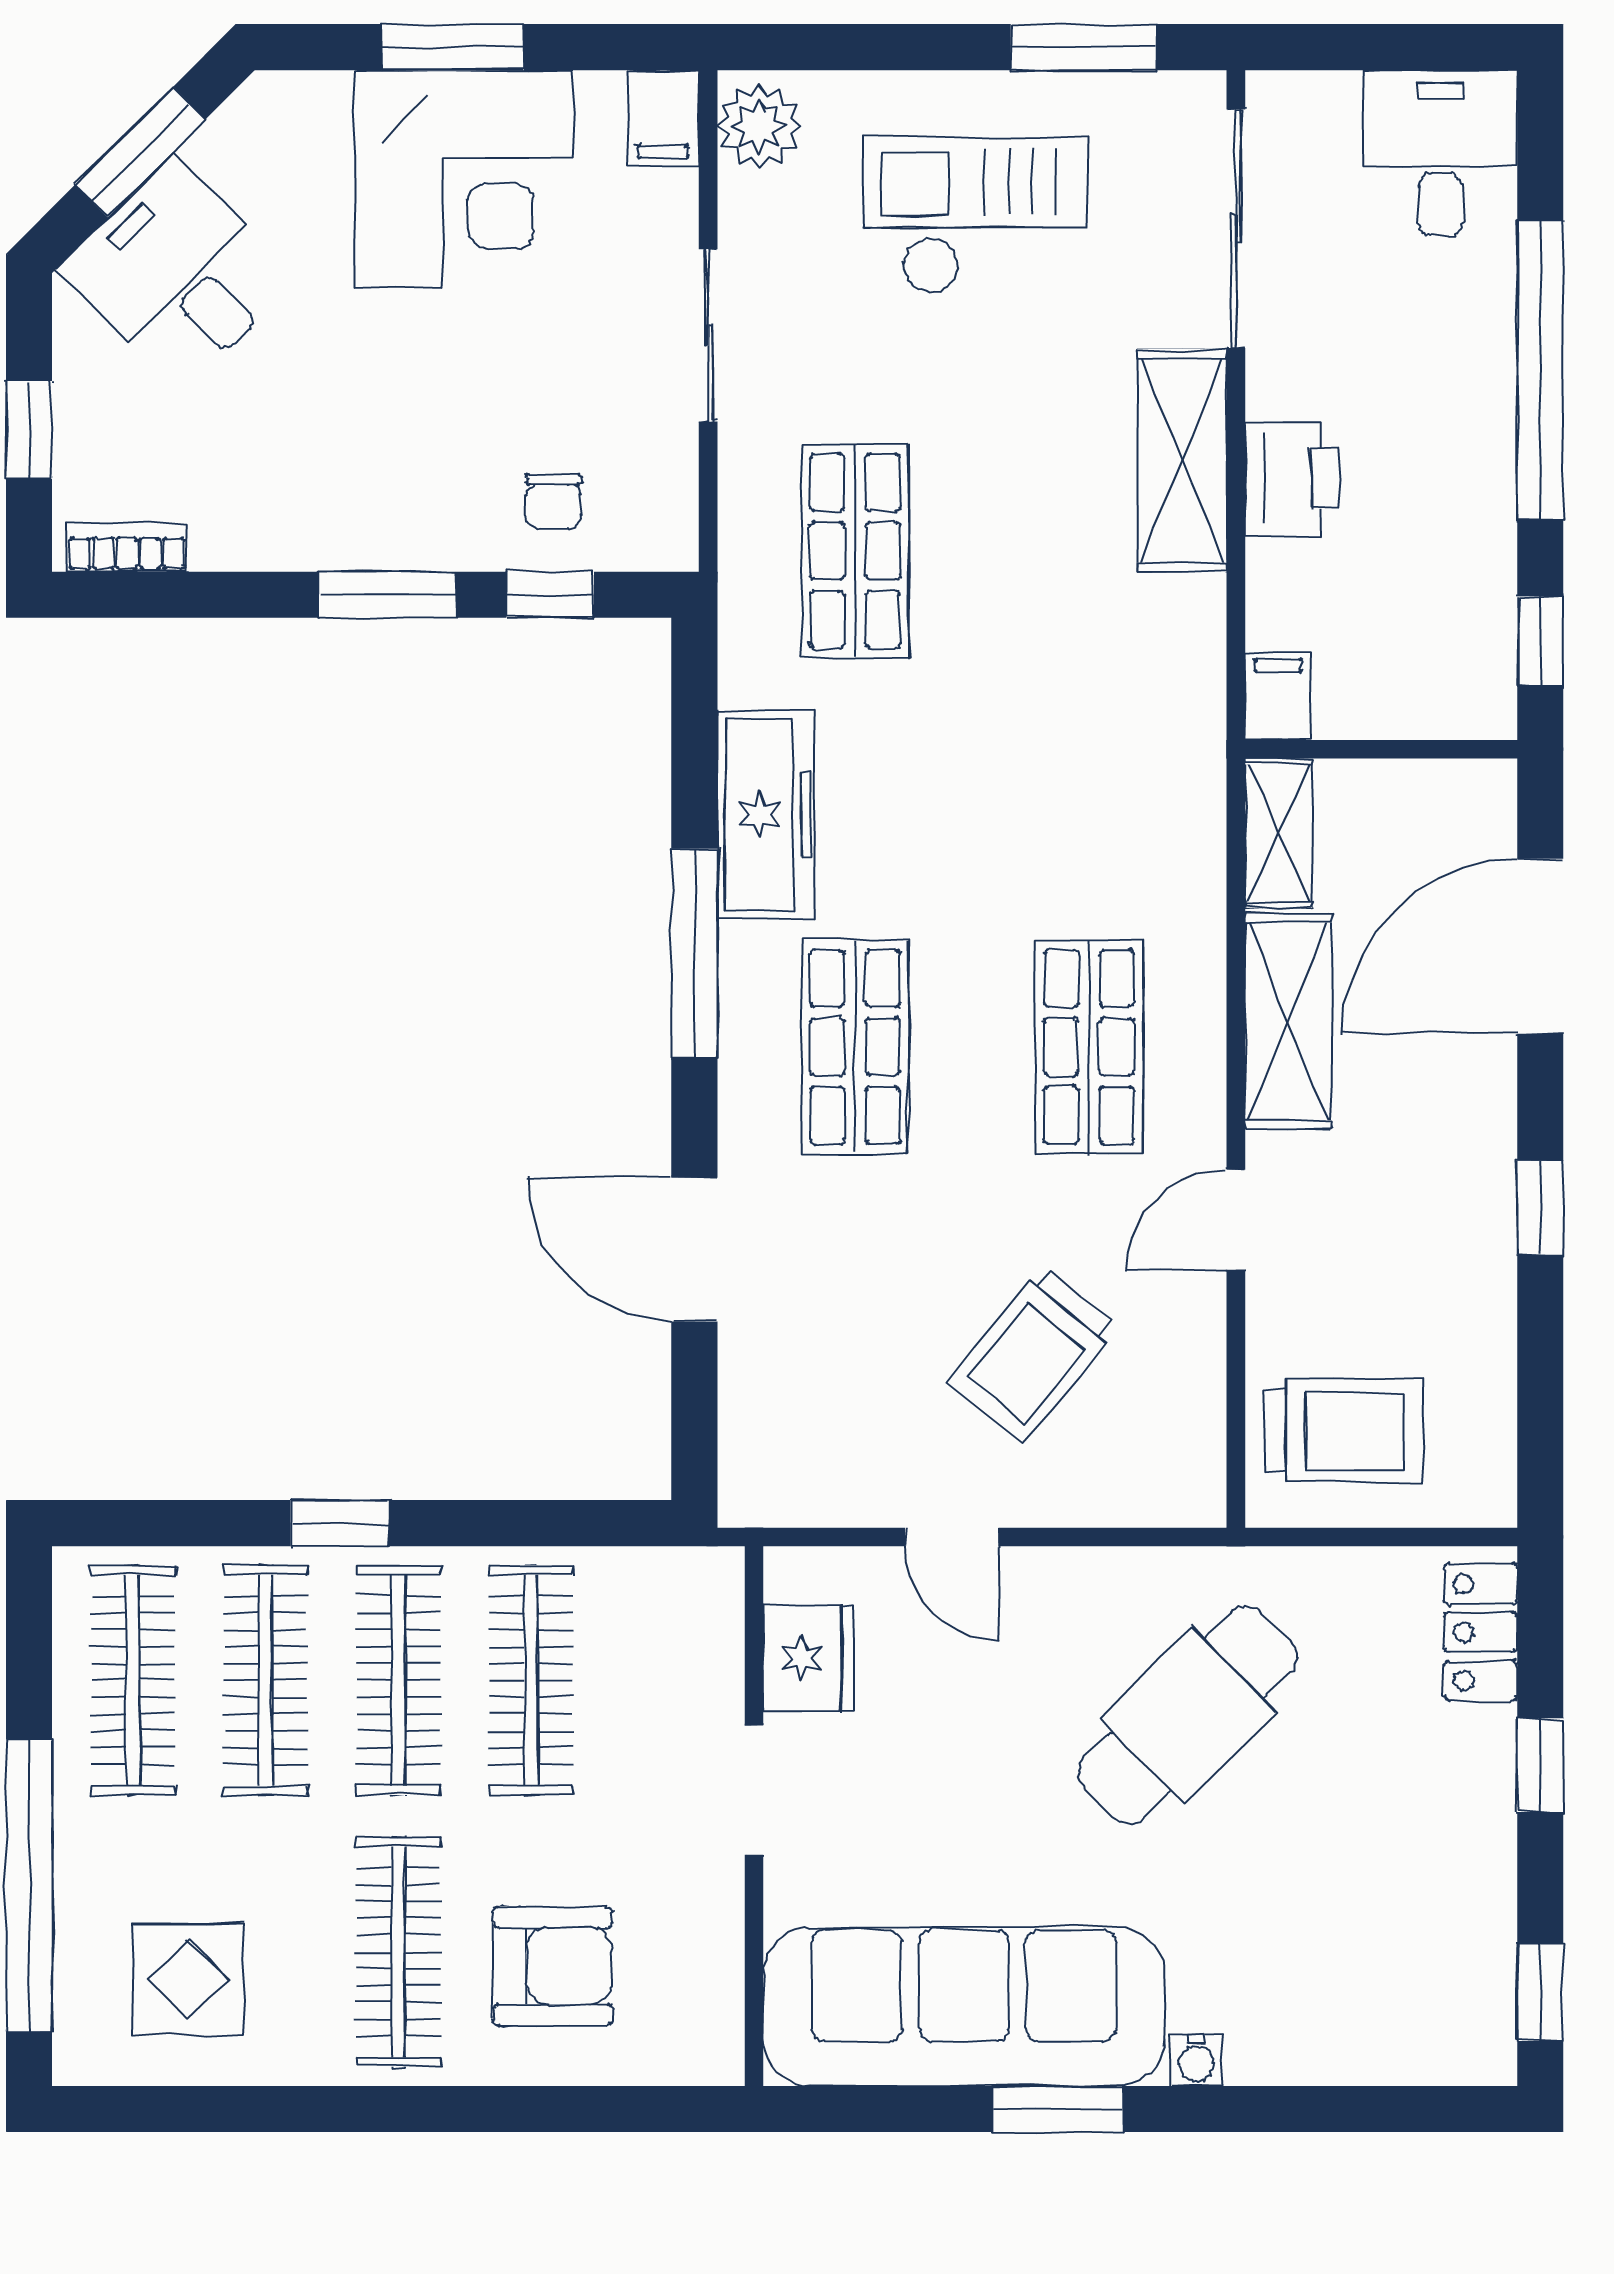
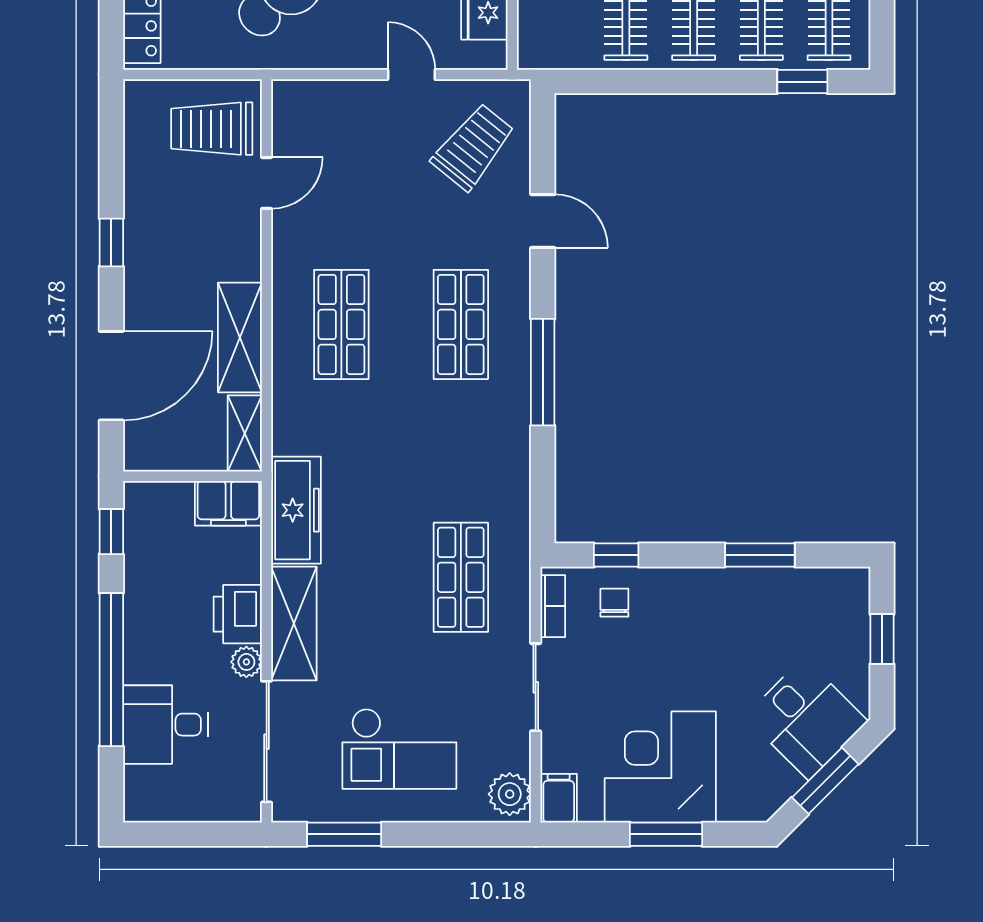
desk: (1440, 153) -> (165, 725), moved, turned 90
plant: (1275, 385) -> (246, 662), added
bookcase: (127, 547) -> (553, 606), moved, turned -90
window: (387, 595) -> (760, 555), moved
filing cabinet: (1278, 696) -> (228, 503), width x2.00
freezer: (766, 815) -> (296, 510), moved, turned 180
door: (1236, 1220) -> (267, 183), moved
door: (694, 1250) -> (543, 221), width x0.73
trolley: (1033, 1355) -> (473, 147), moved
window: (340, 1523) -> (802, 82), moved

